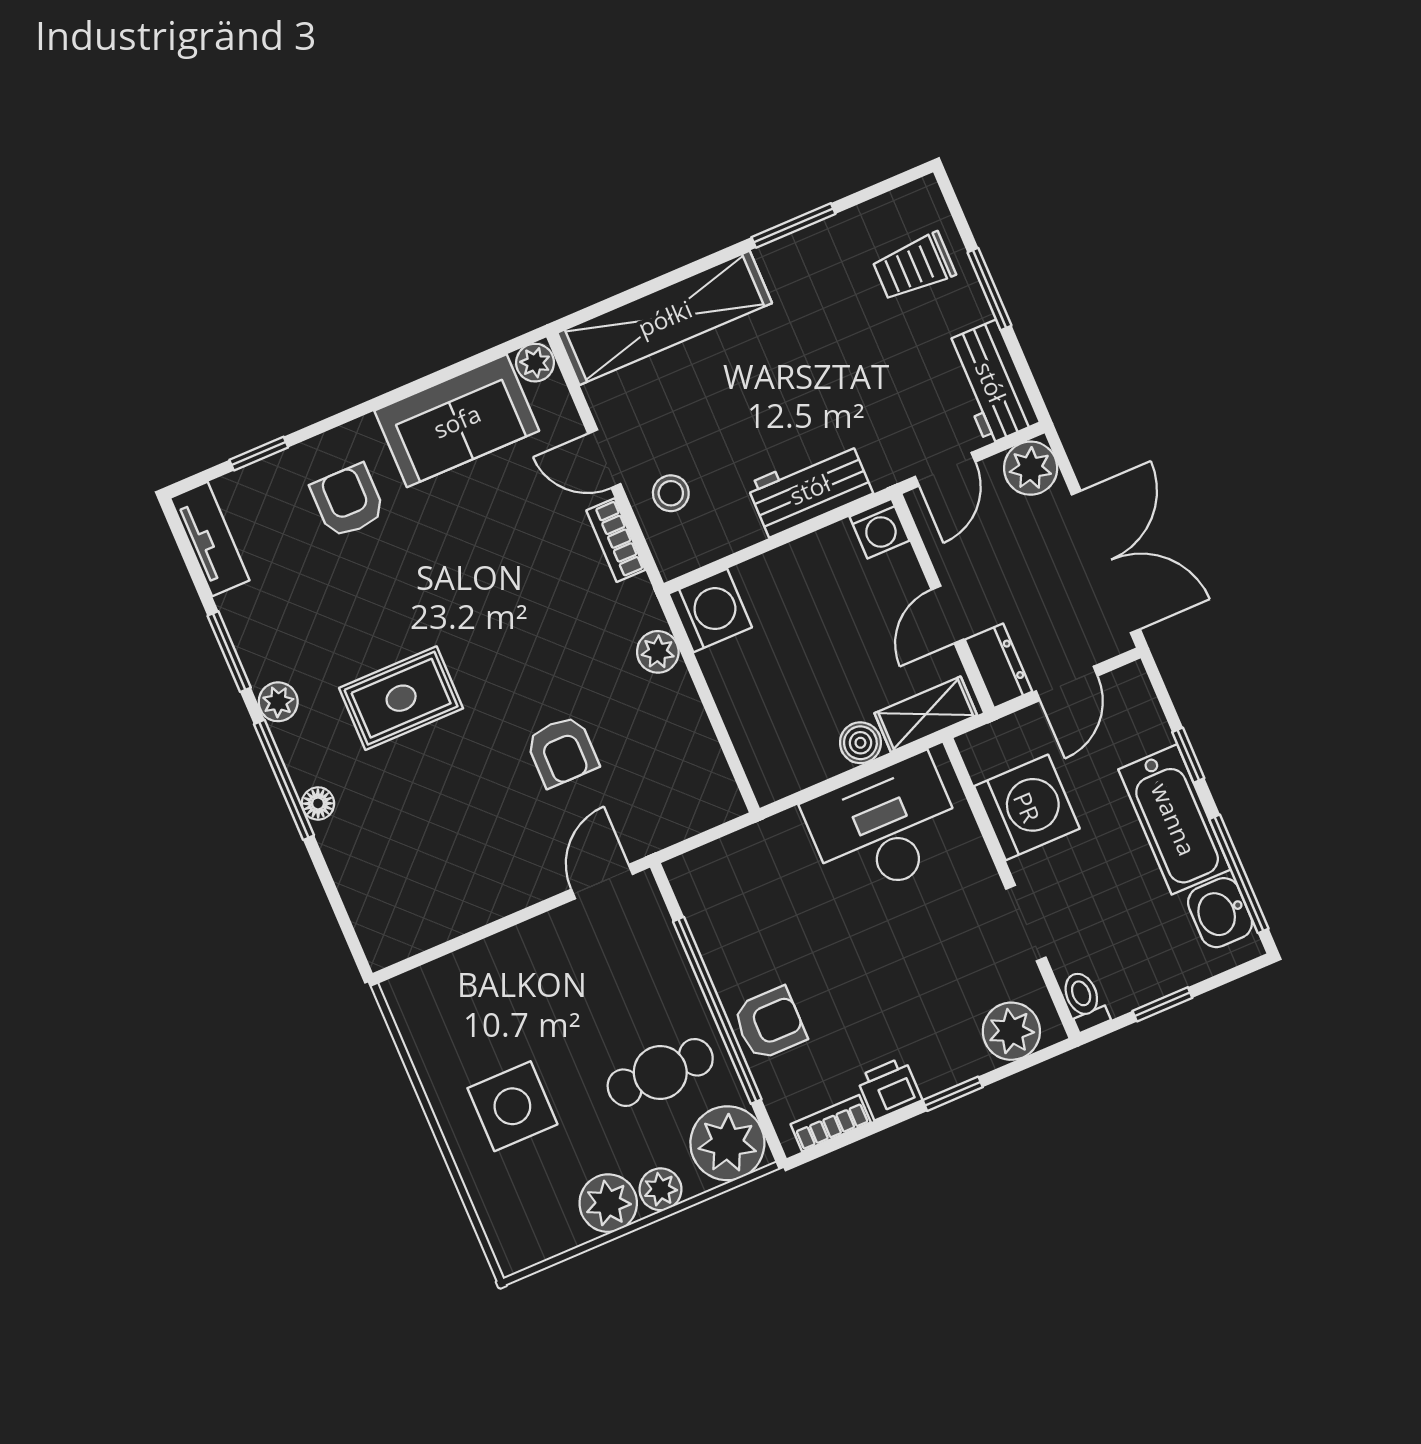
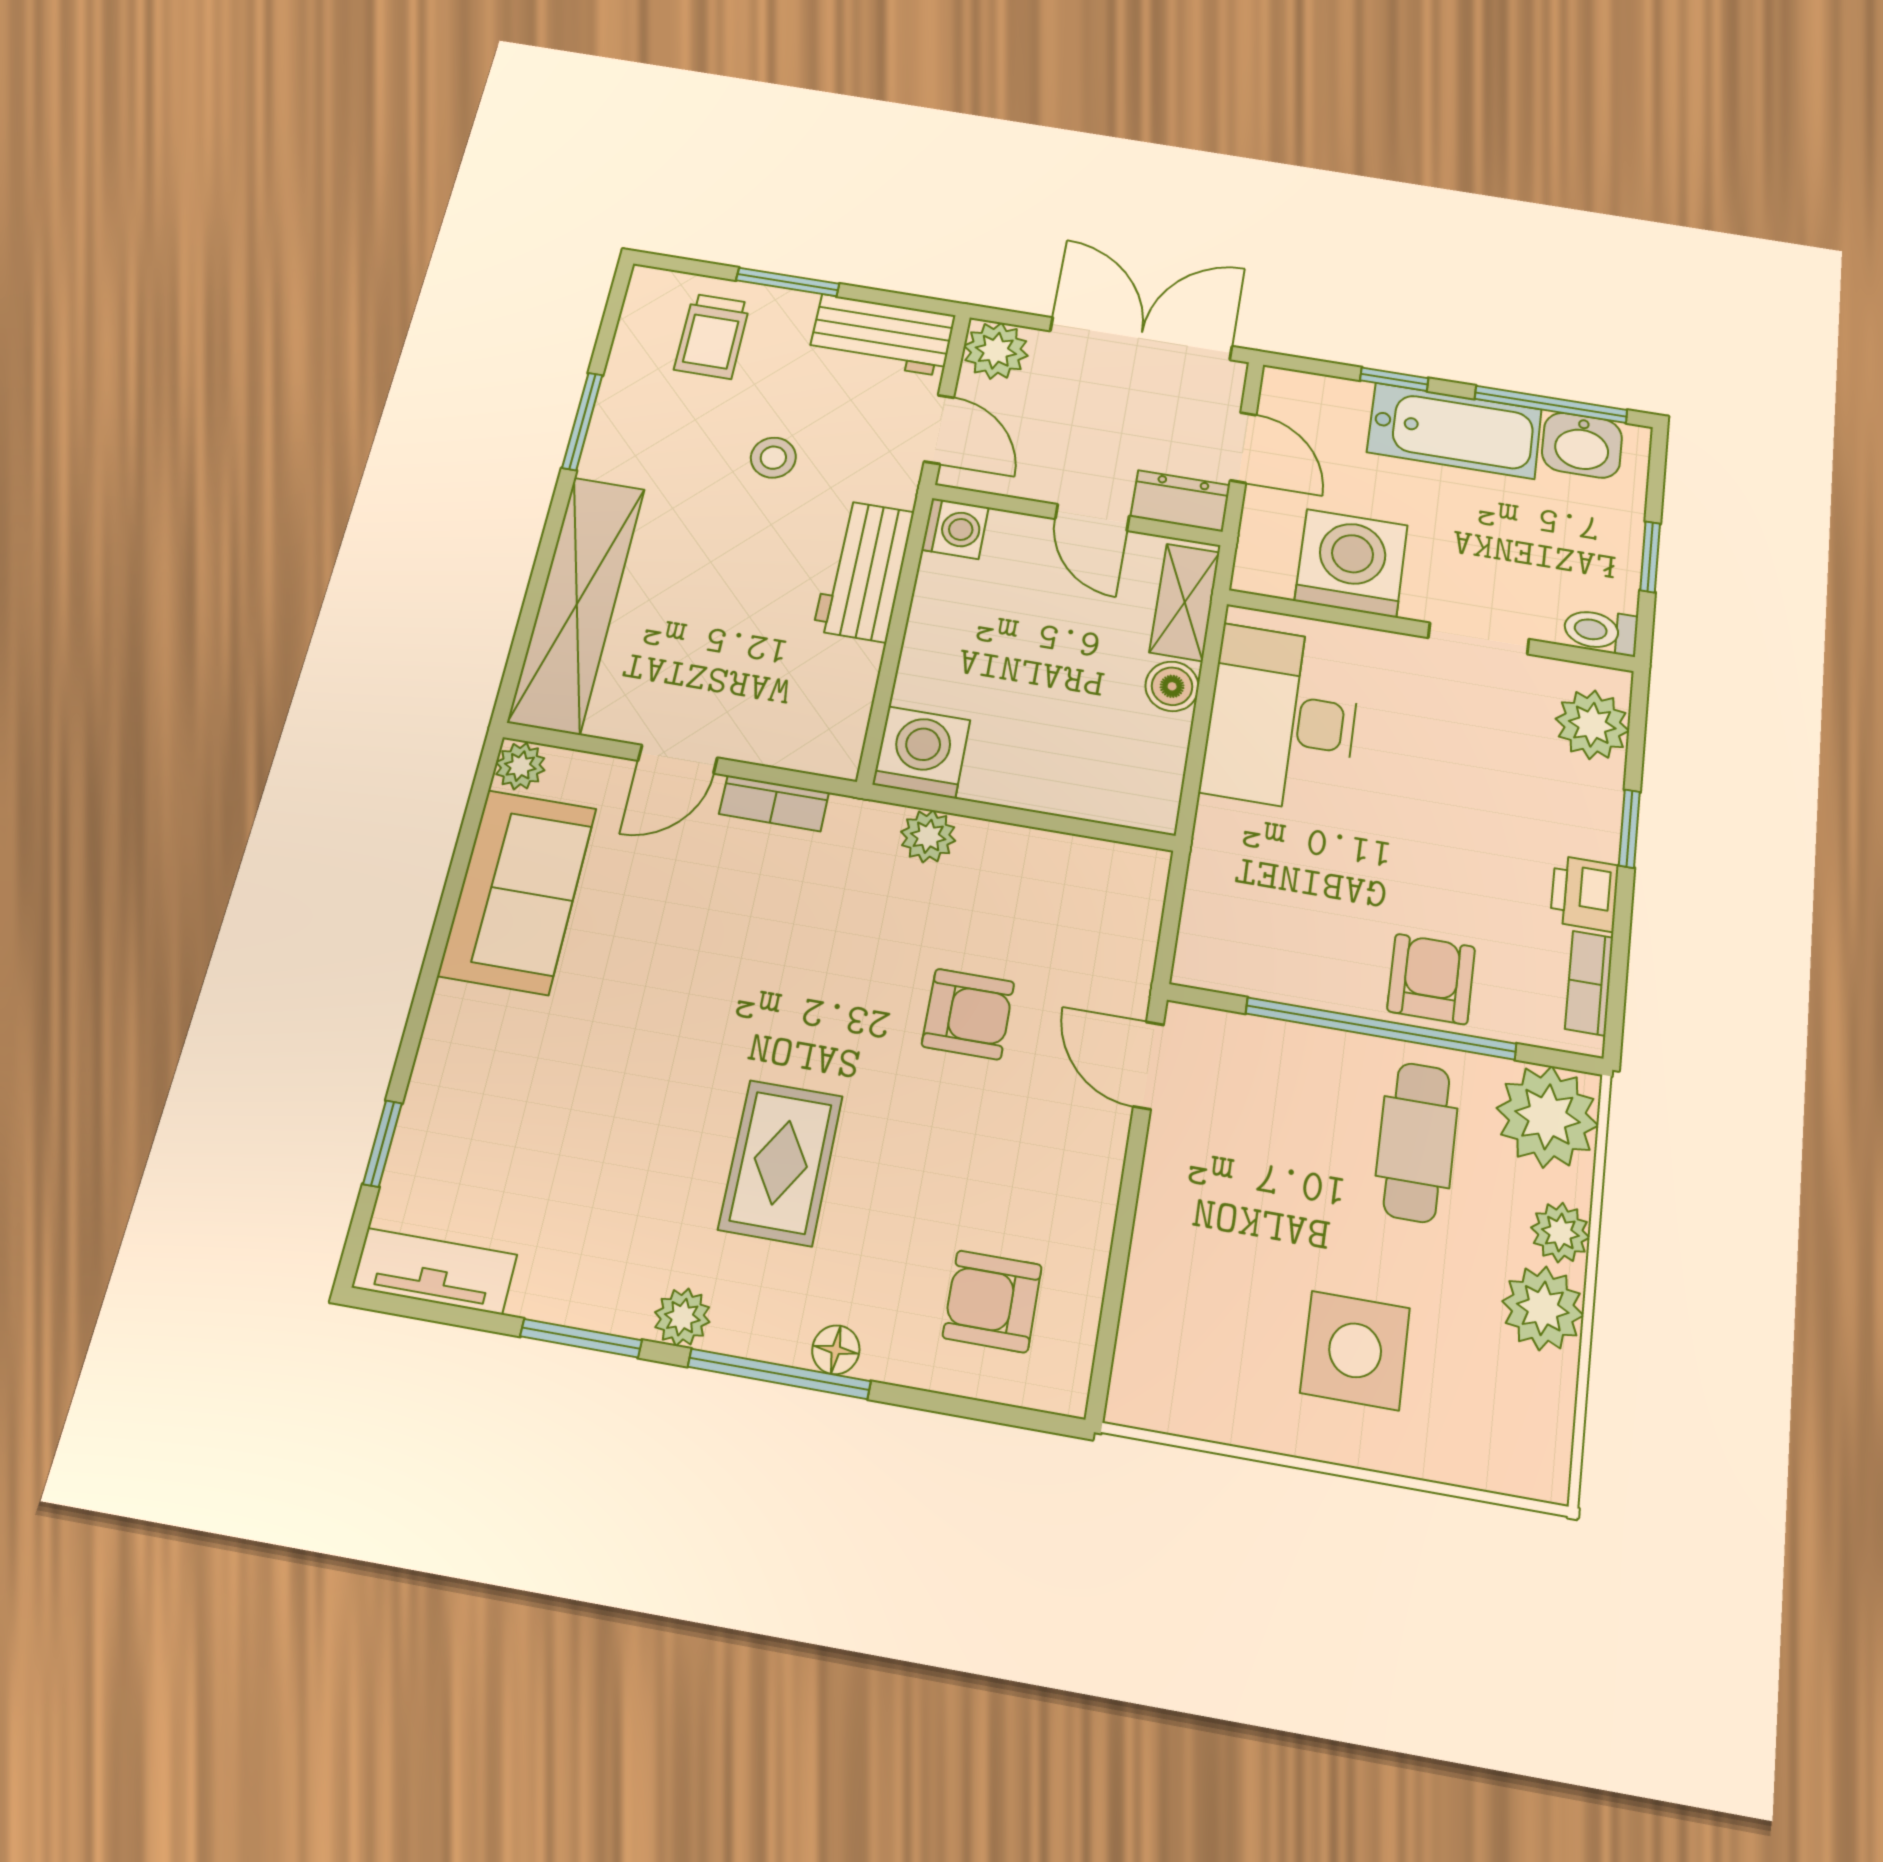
stool: (671, 493) -> (773, 458), moved
armchair: (348, 501) -> (992, 1301), moved

